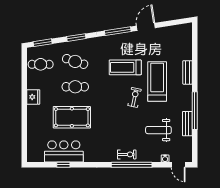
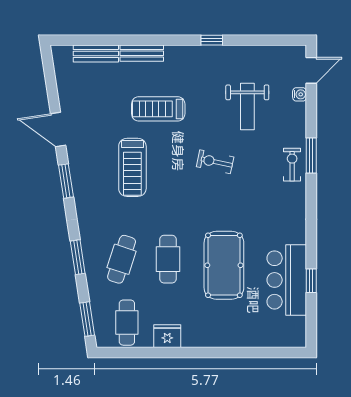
window: (118, 31) -> (66, 181), width x0.69
treadmill: (157, 81) -> (158, 109), width x0.73, depth x0.73
fridge: (33, 97) -> (167, 336), moved
exercise bike: (135, 97) -> (215, 162), moved
window: (195, 111) -> (212, 40), width x0.32
bench: (187, 124) -> (96, 53), moved
window: (132, 165) -> (311, 155), width x0.47

